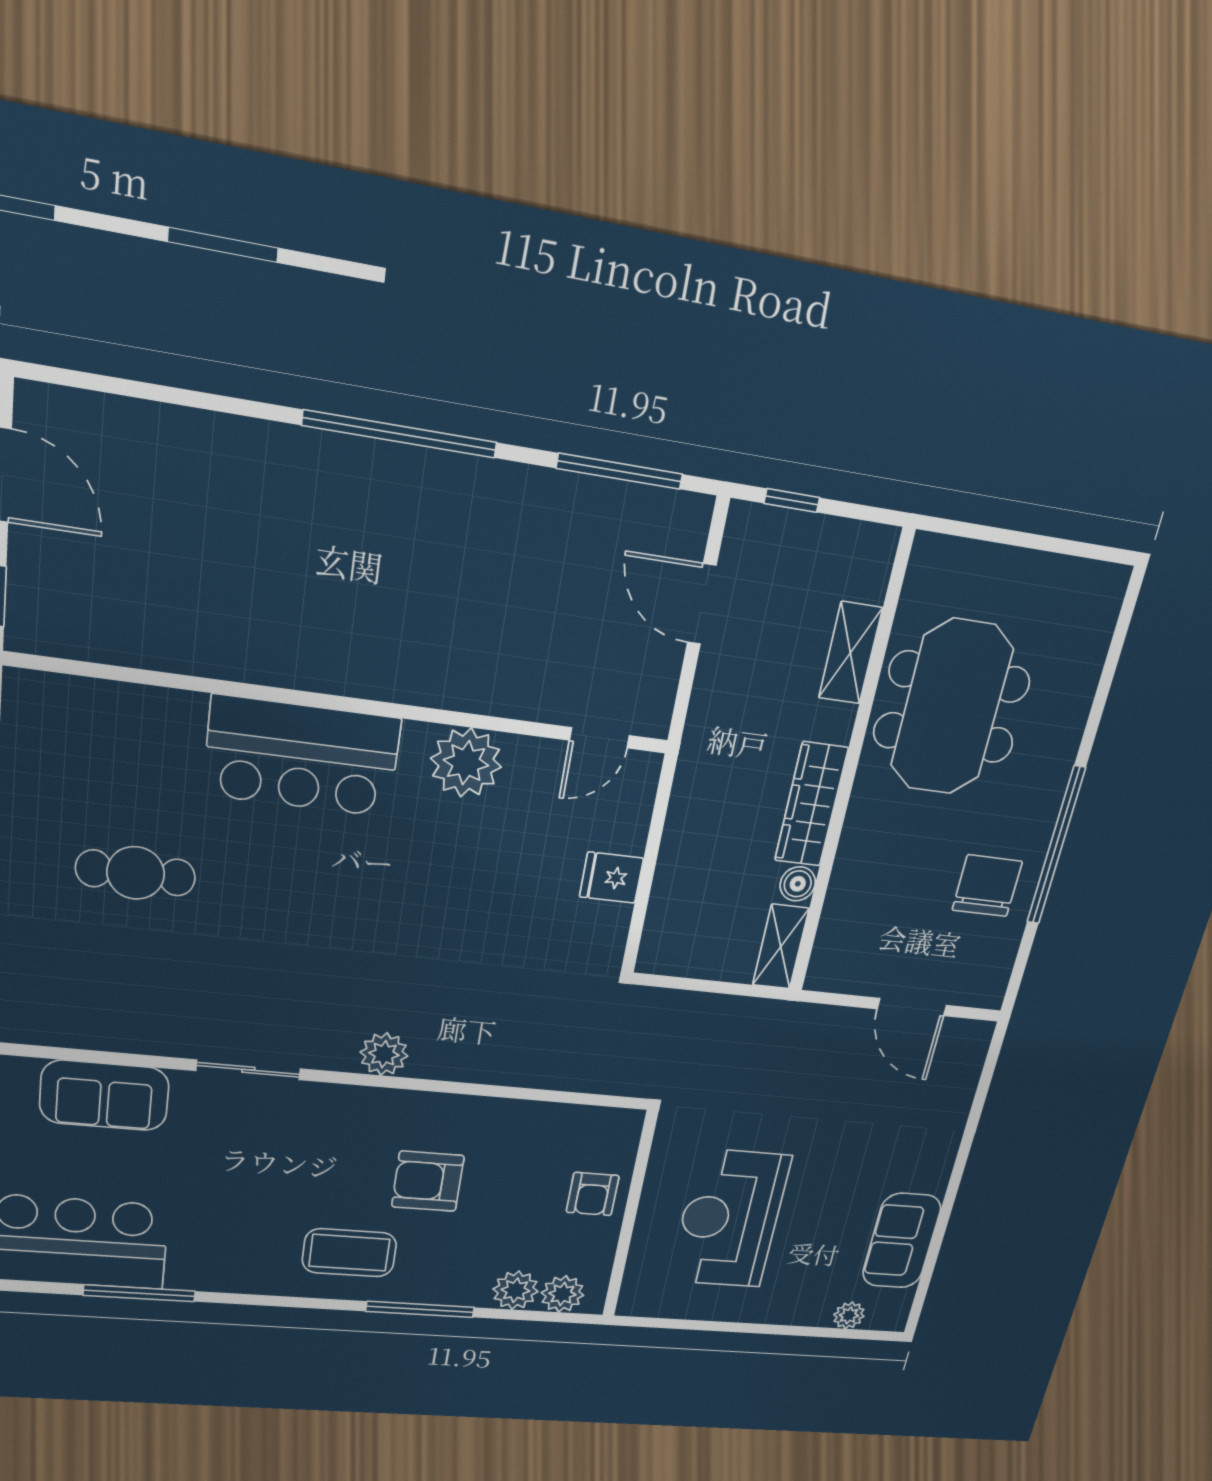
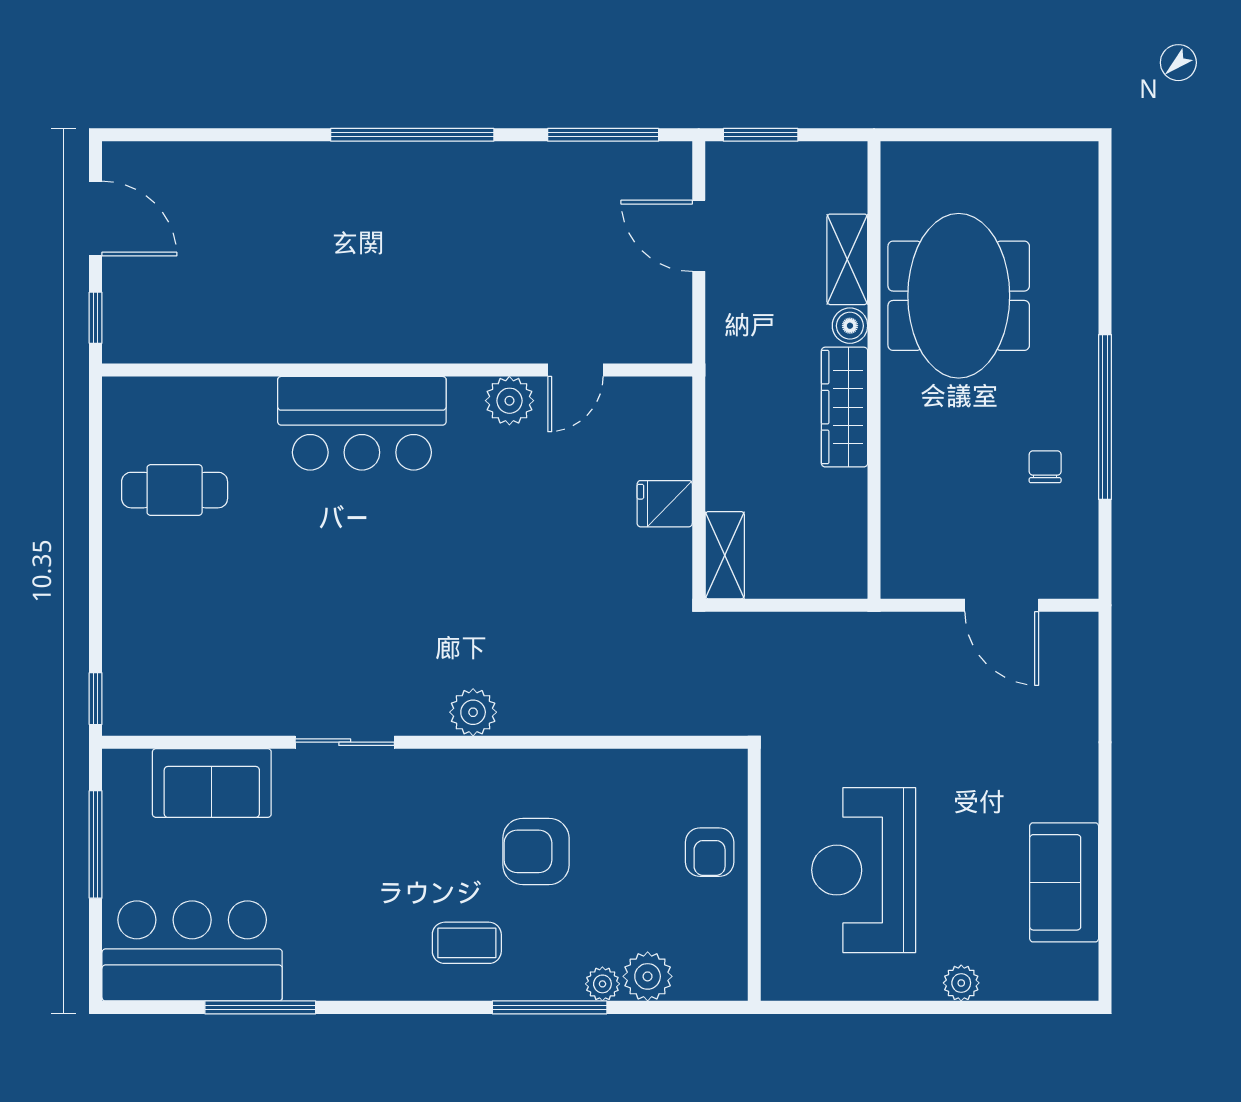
window: (792, 500) -> (761, 135), width x1.50
door: (600, 738) -> (575, 370), moved
plant: (466, 763) -> (509, 401), width x0.73, depth x0.73
cafe table: (136, 873) -> (175, 490), moved
boiler: (798, 884) -> (850, 326), moved
chair: (987, 886) -> (1045, 467), width x0.54, depth x0.54
shelving: (781, 947) -> (725, 555), moved
coffee table: (349, 1253) -> (467, 943), width x0.73, depth x0.77
plant: (562, 1294) -> (602, 984), moved, width x0.73, depth x0.73
plant: (849, 1315) -> (961, 983), moved

